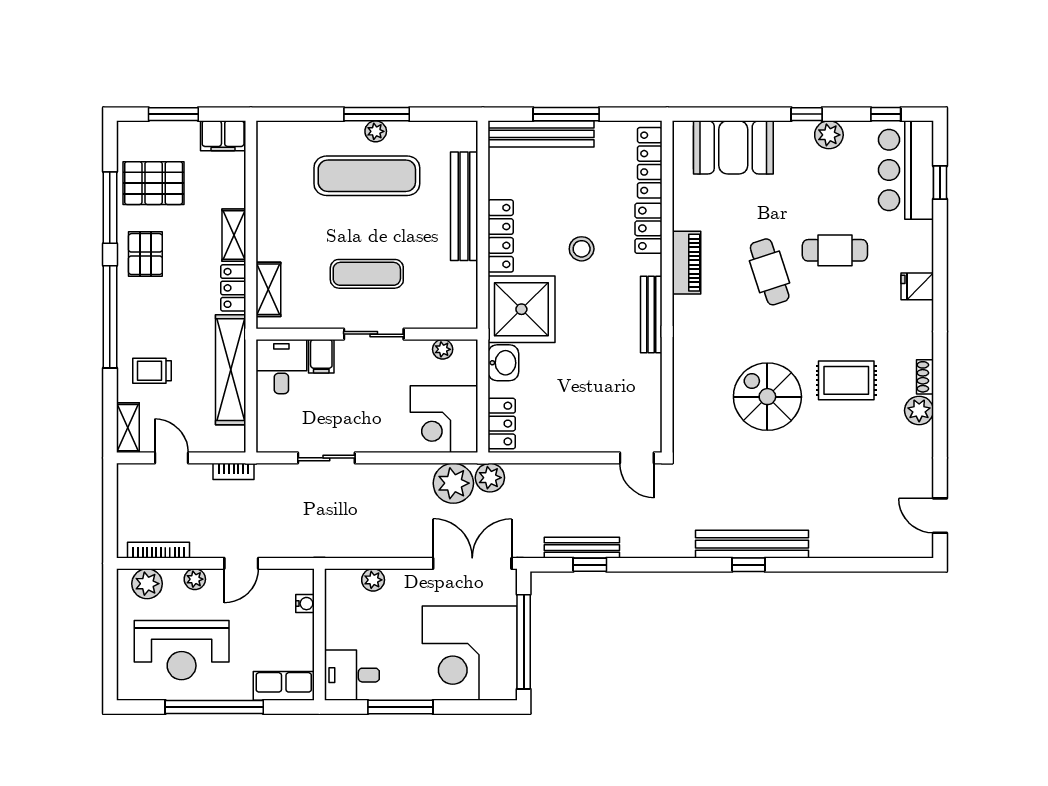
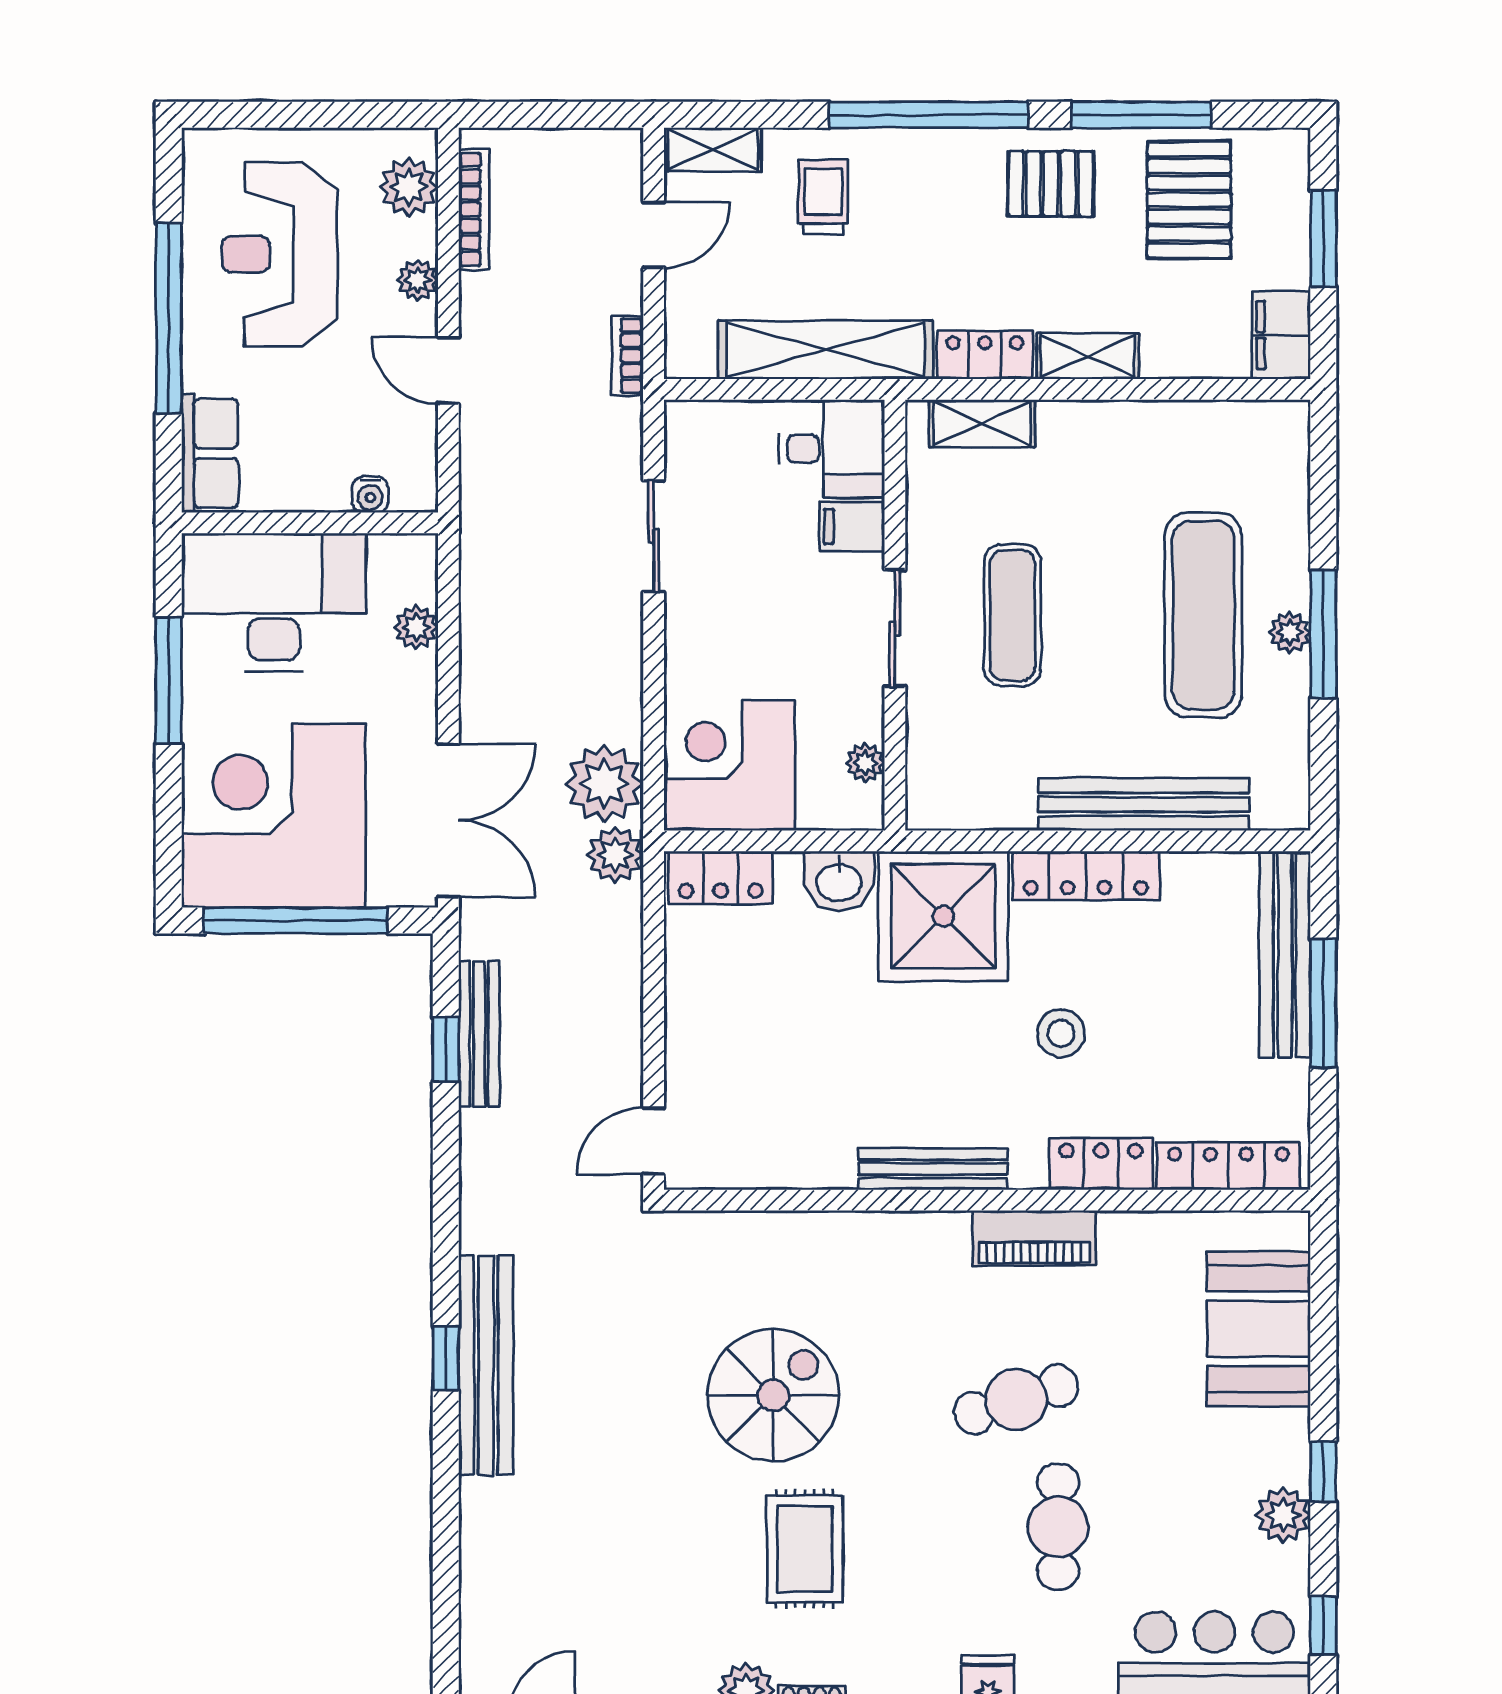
desk: (352, 675) -> (274, 602), width x1.87, depth x1.30

